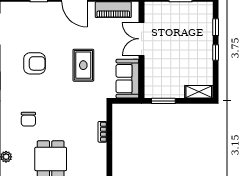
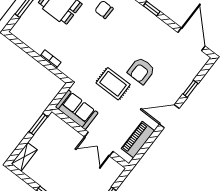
double door: (142, 39) -> (99, 144), swing flipped
armchair: (34, 63) -> (141, 71), moved

